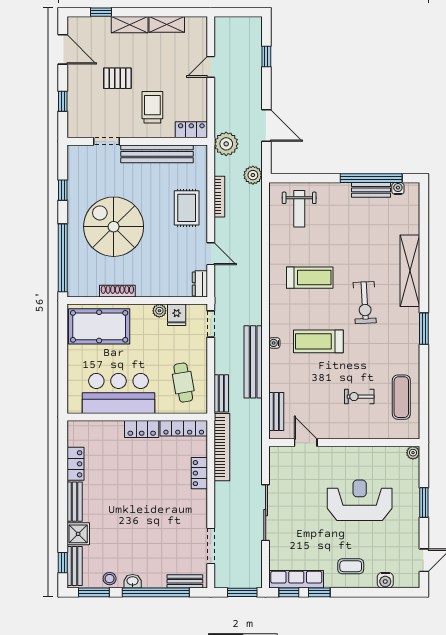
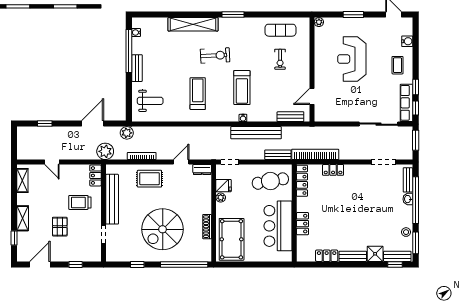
shelving: (167, 24) -> (22, 180), moved
bench: (371, 190) -> (137, 68), moved
cafe table: (183, 383) -> (270, 181), width x1.37, depth x1.35
locker: (142, 429) -> (302, 224), moved
sliding door: (266, 513) -> (379, 124), moved
washbasin: (133, 581) -> (408, 199), moved

